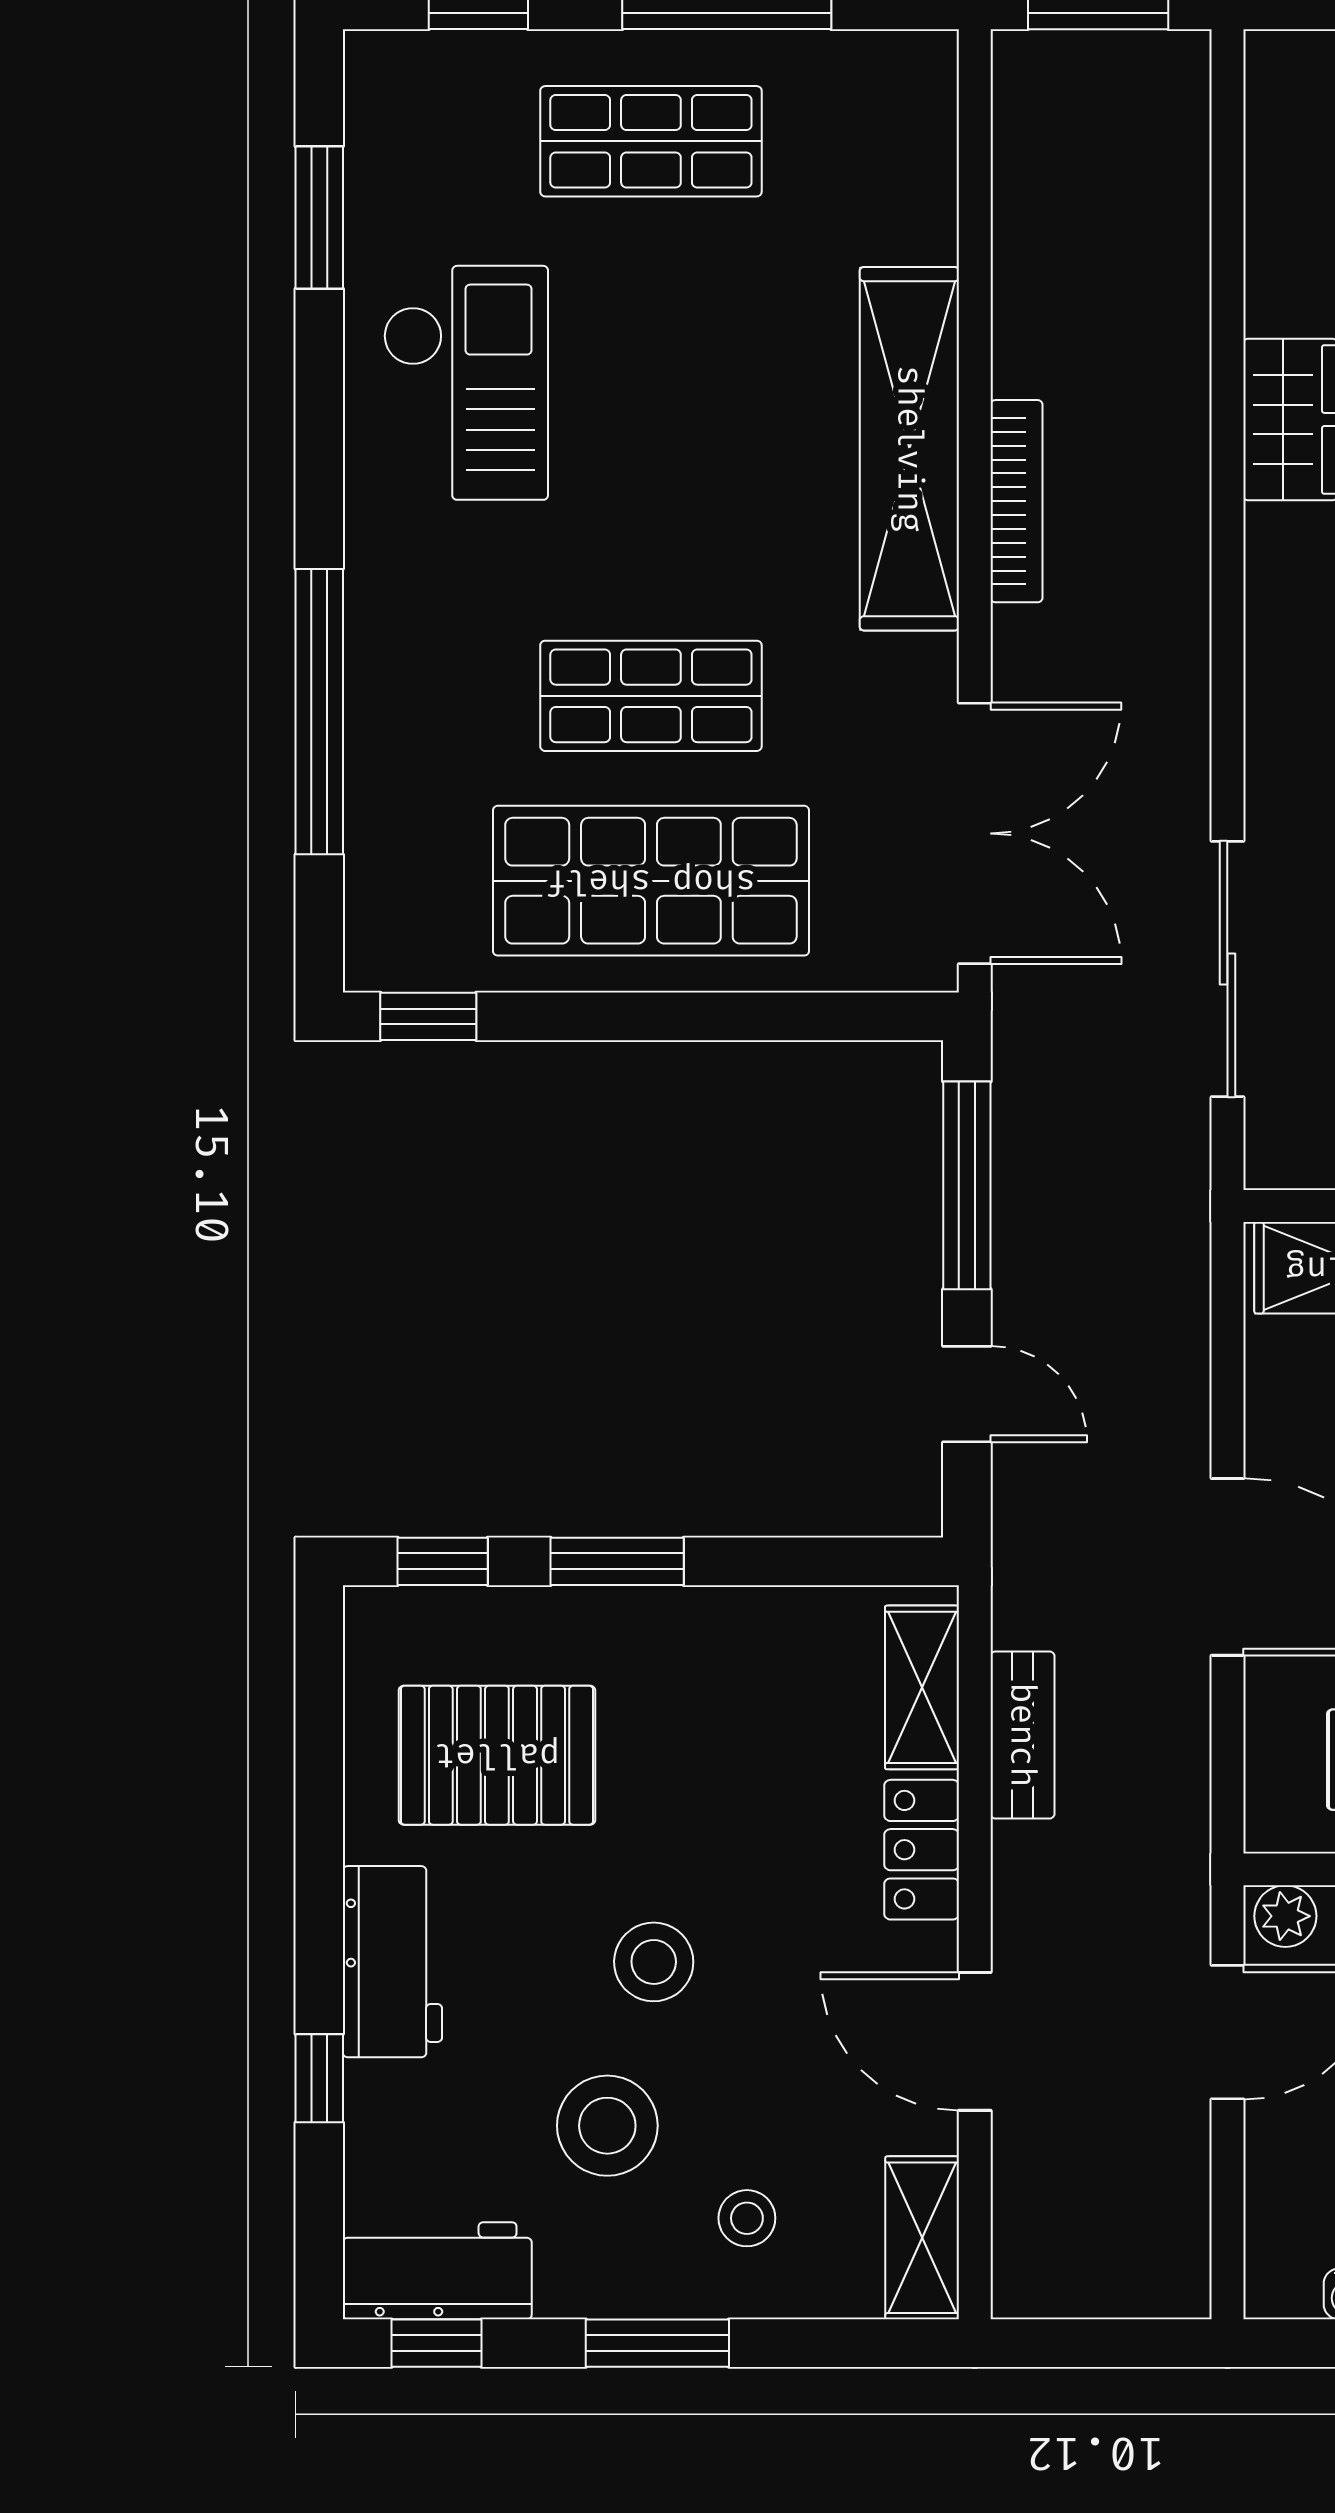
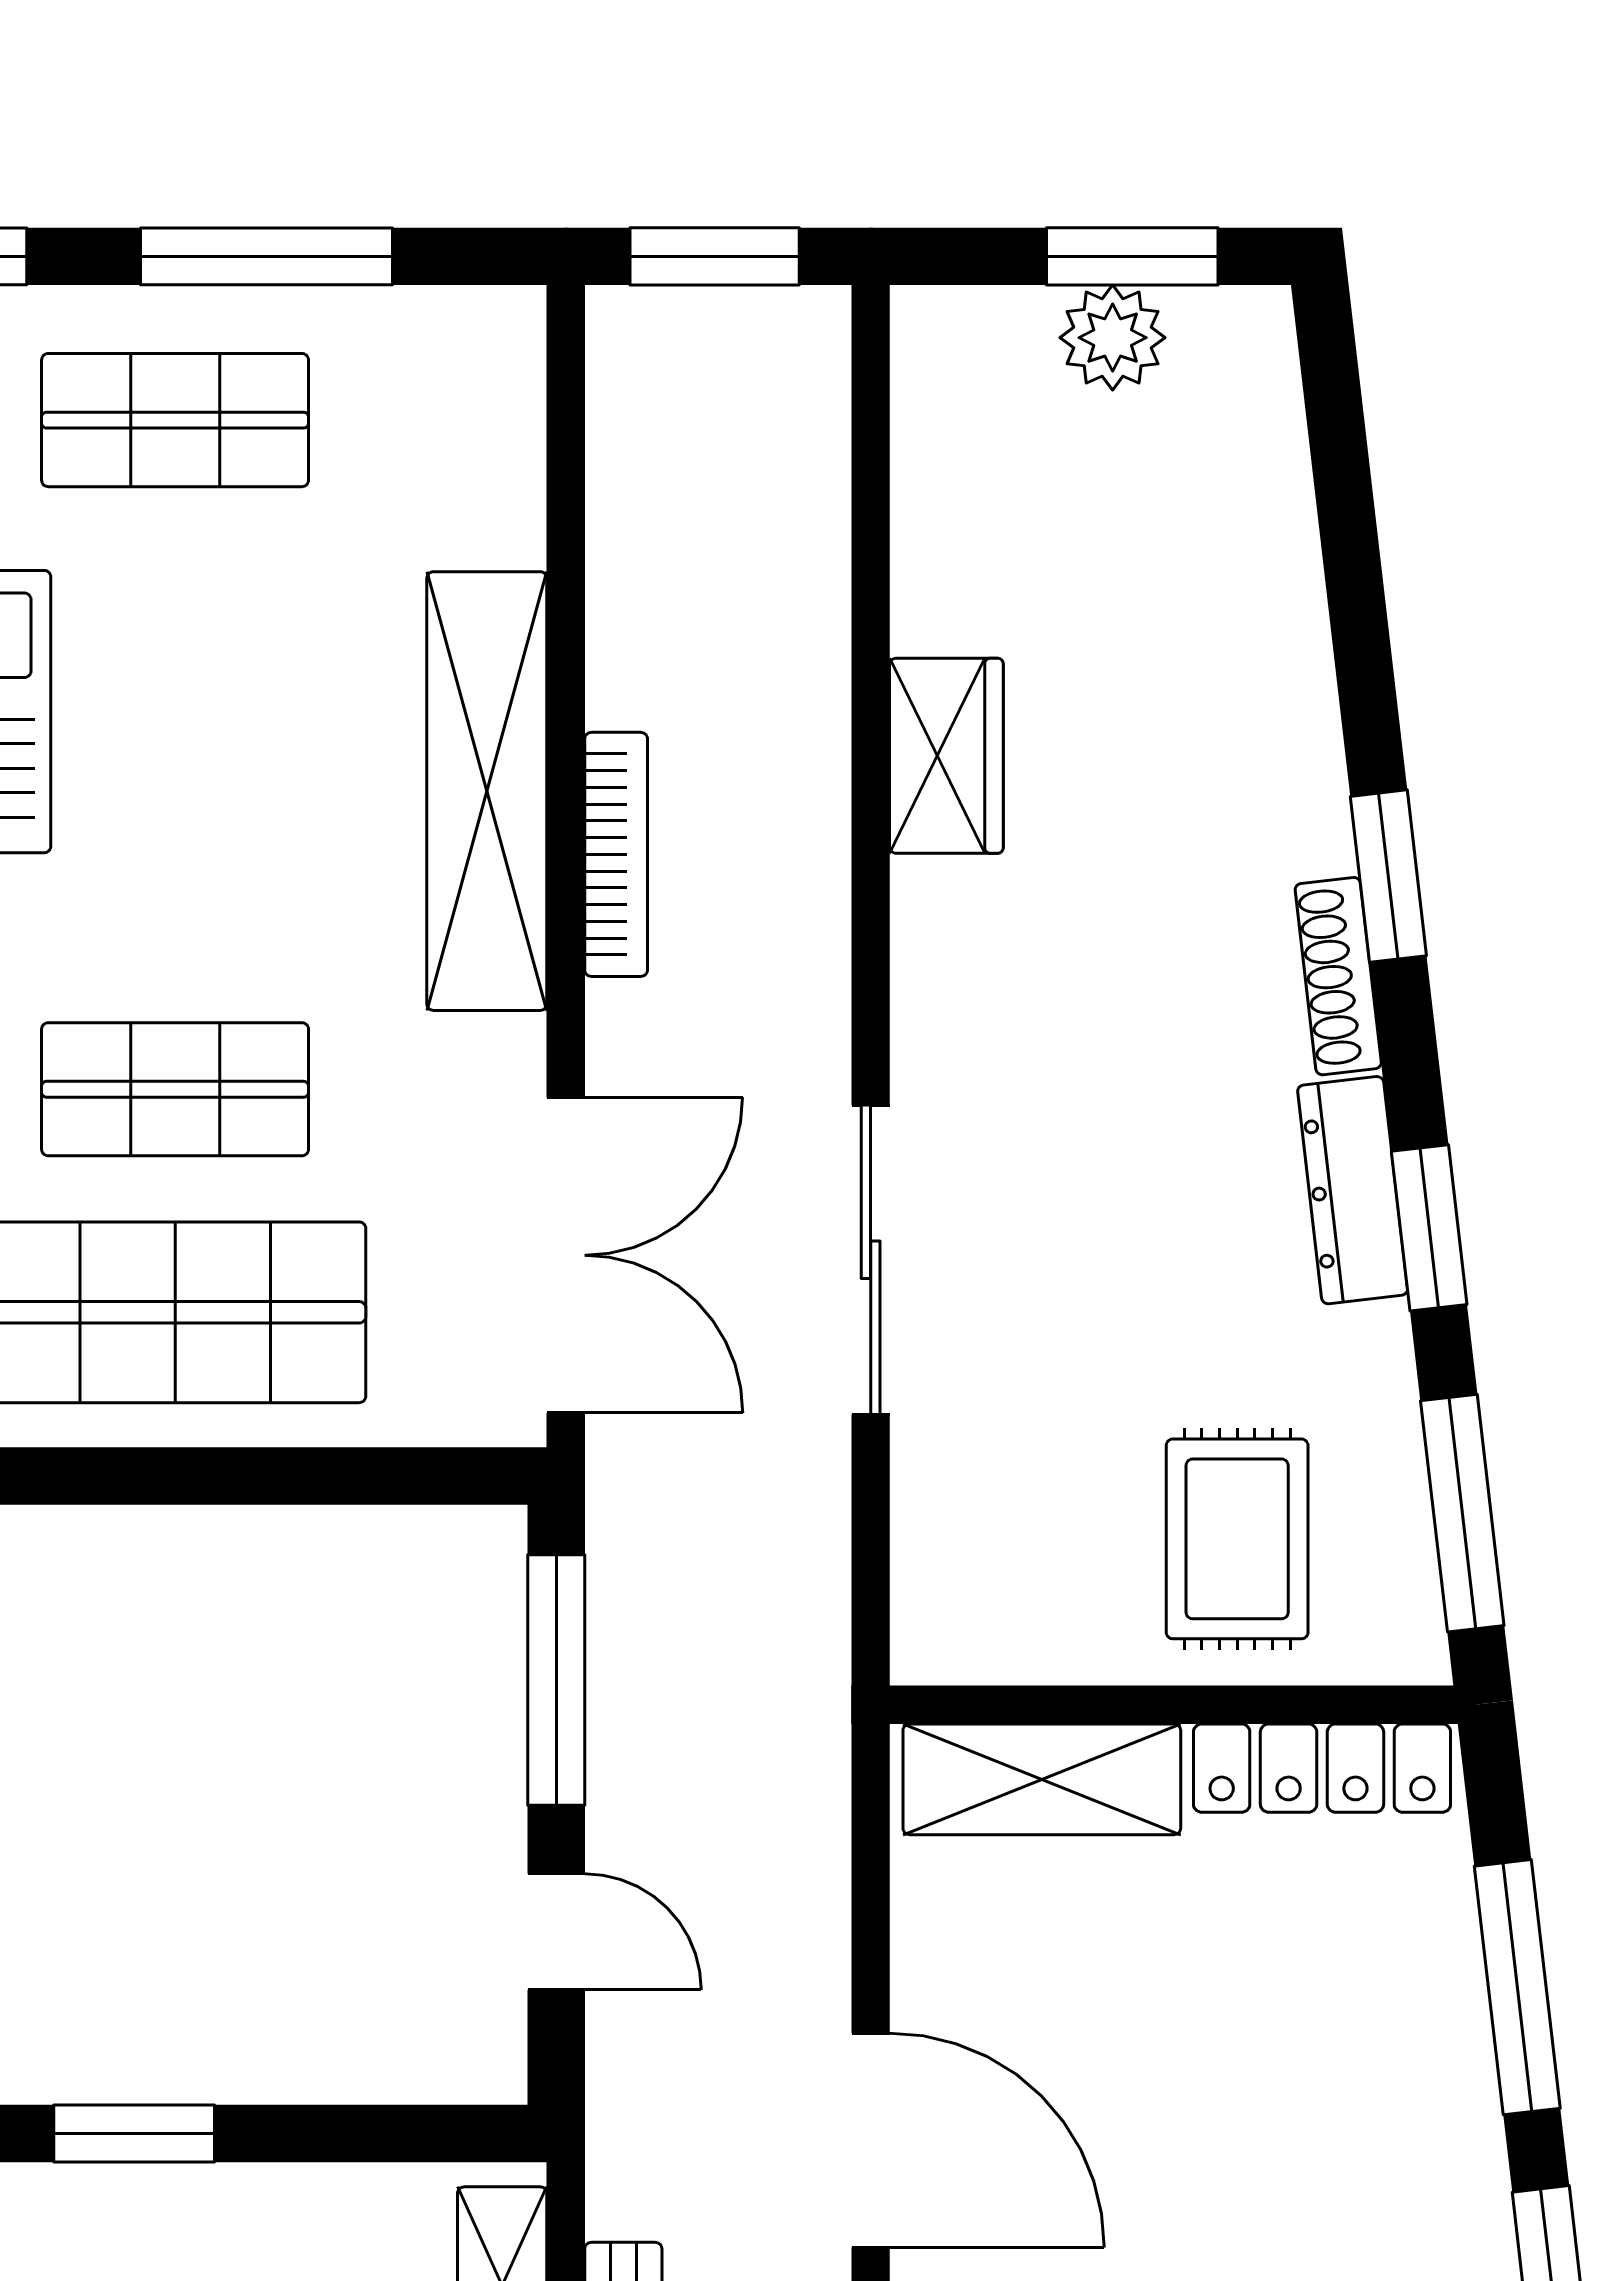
sliding door: (1227, 969) -> (871, 1260), moved

